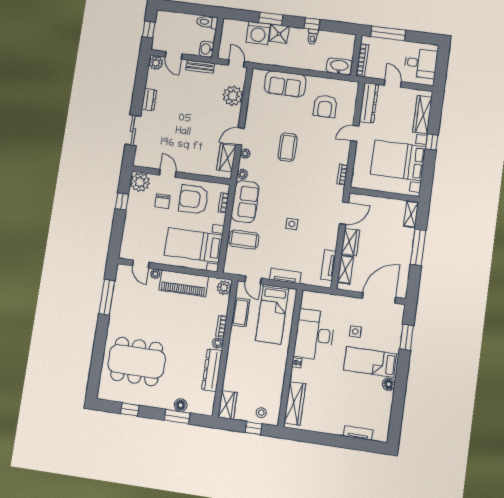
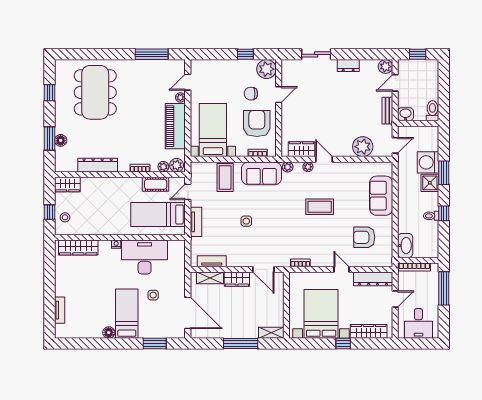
plant: (218, 343) -> (163, 167), moved

